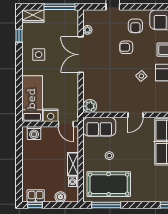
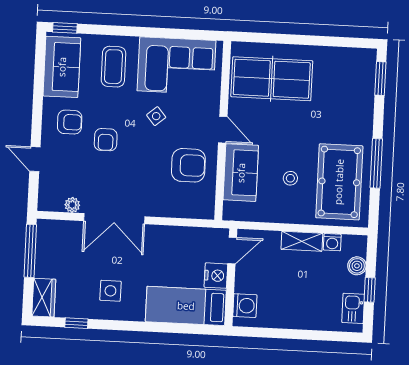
armchair: (114, 96) -> (188, 165), added
plant: (90, 106) -> (203, 207), removed
sofa: (99, 127) -> (241, 173), moved
window: (35, 205) -> (370, 290), moved
window: (106, 205) -> (376, 163), moved

